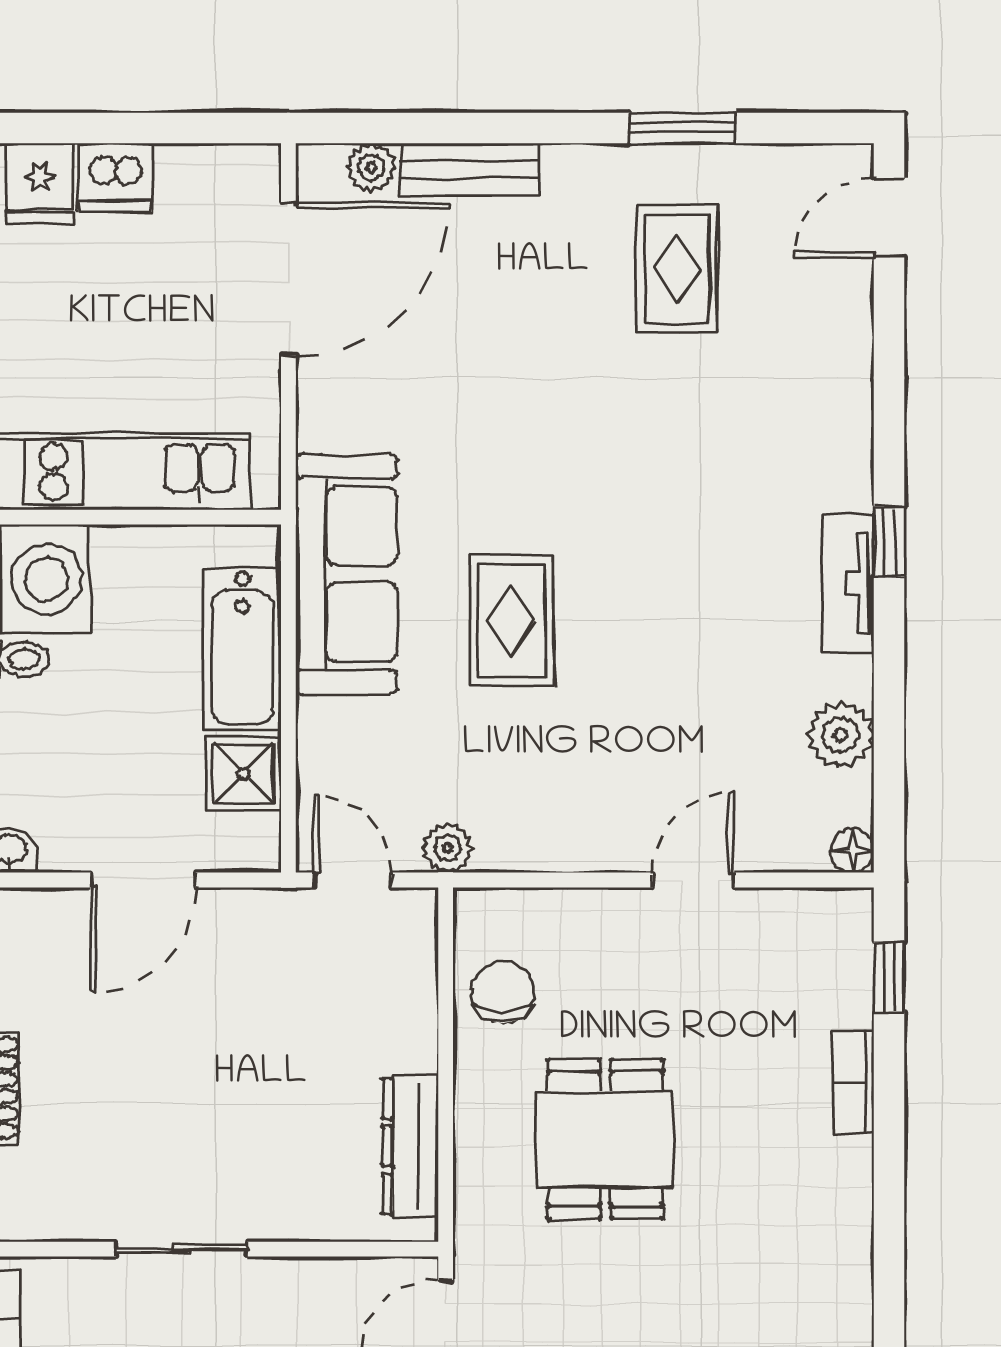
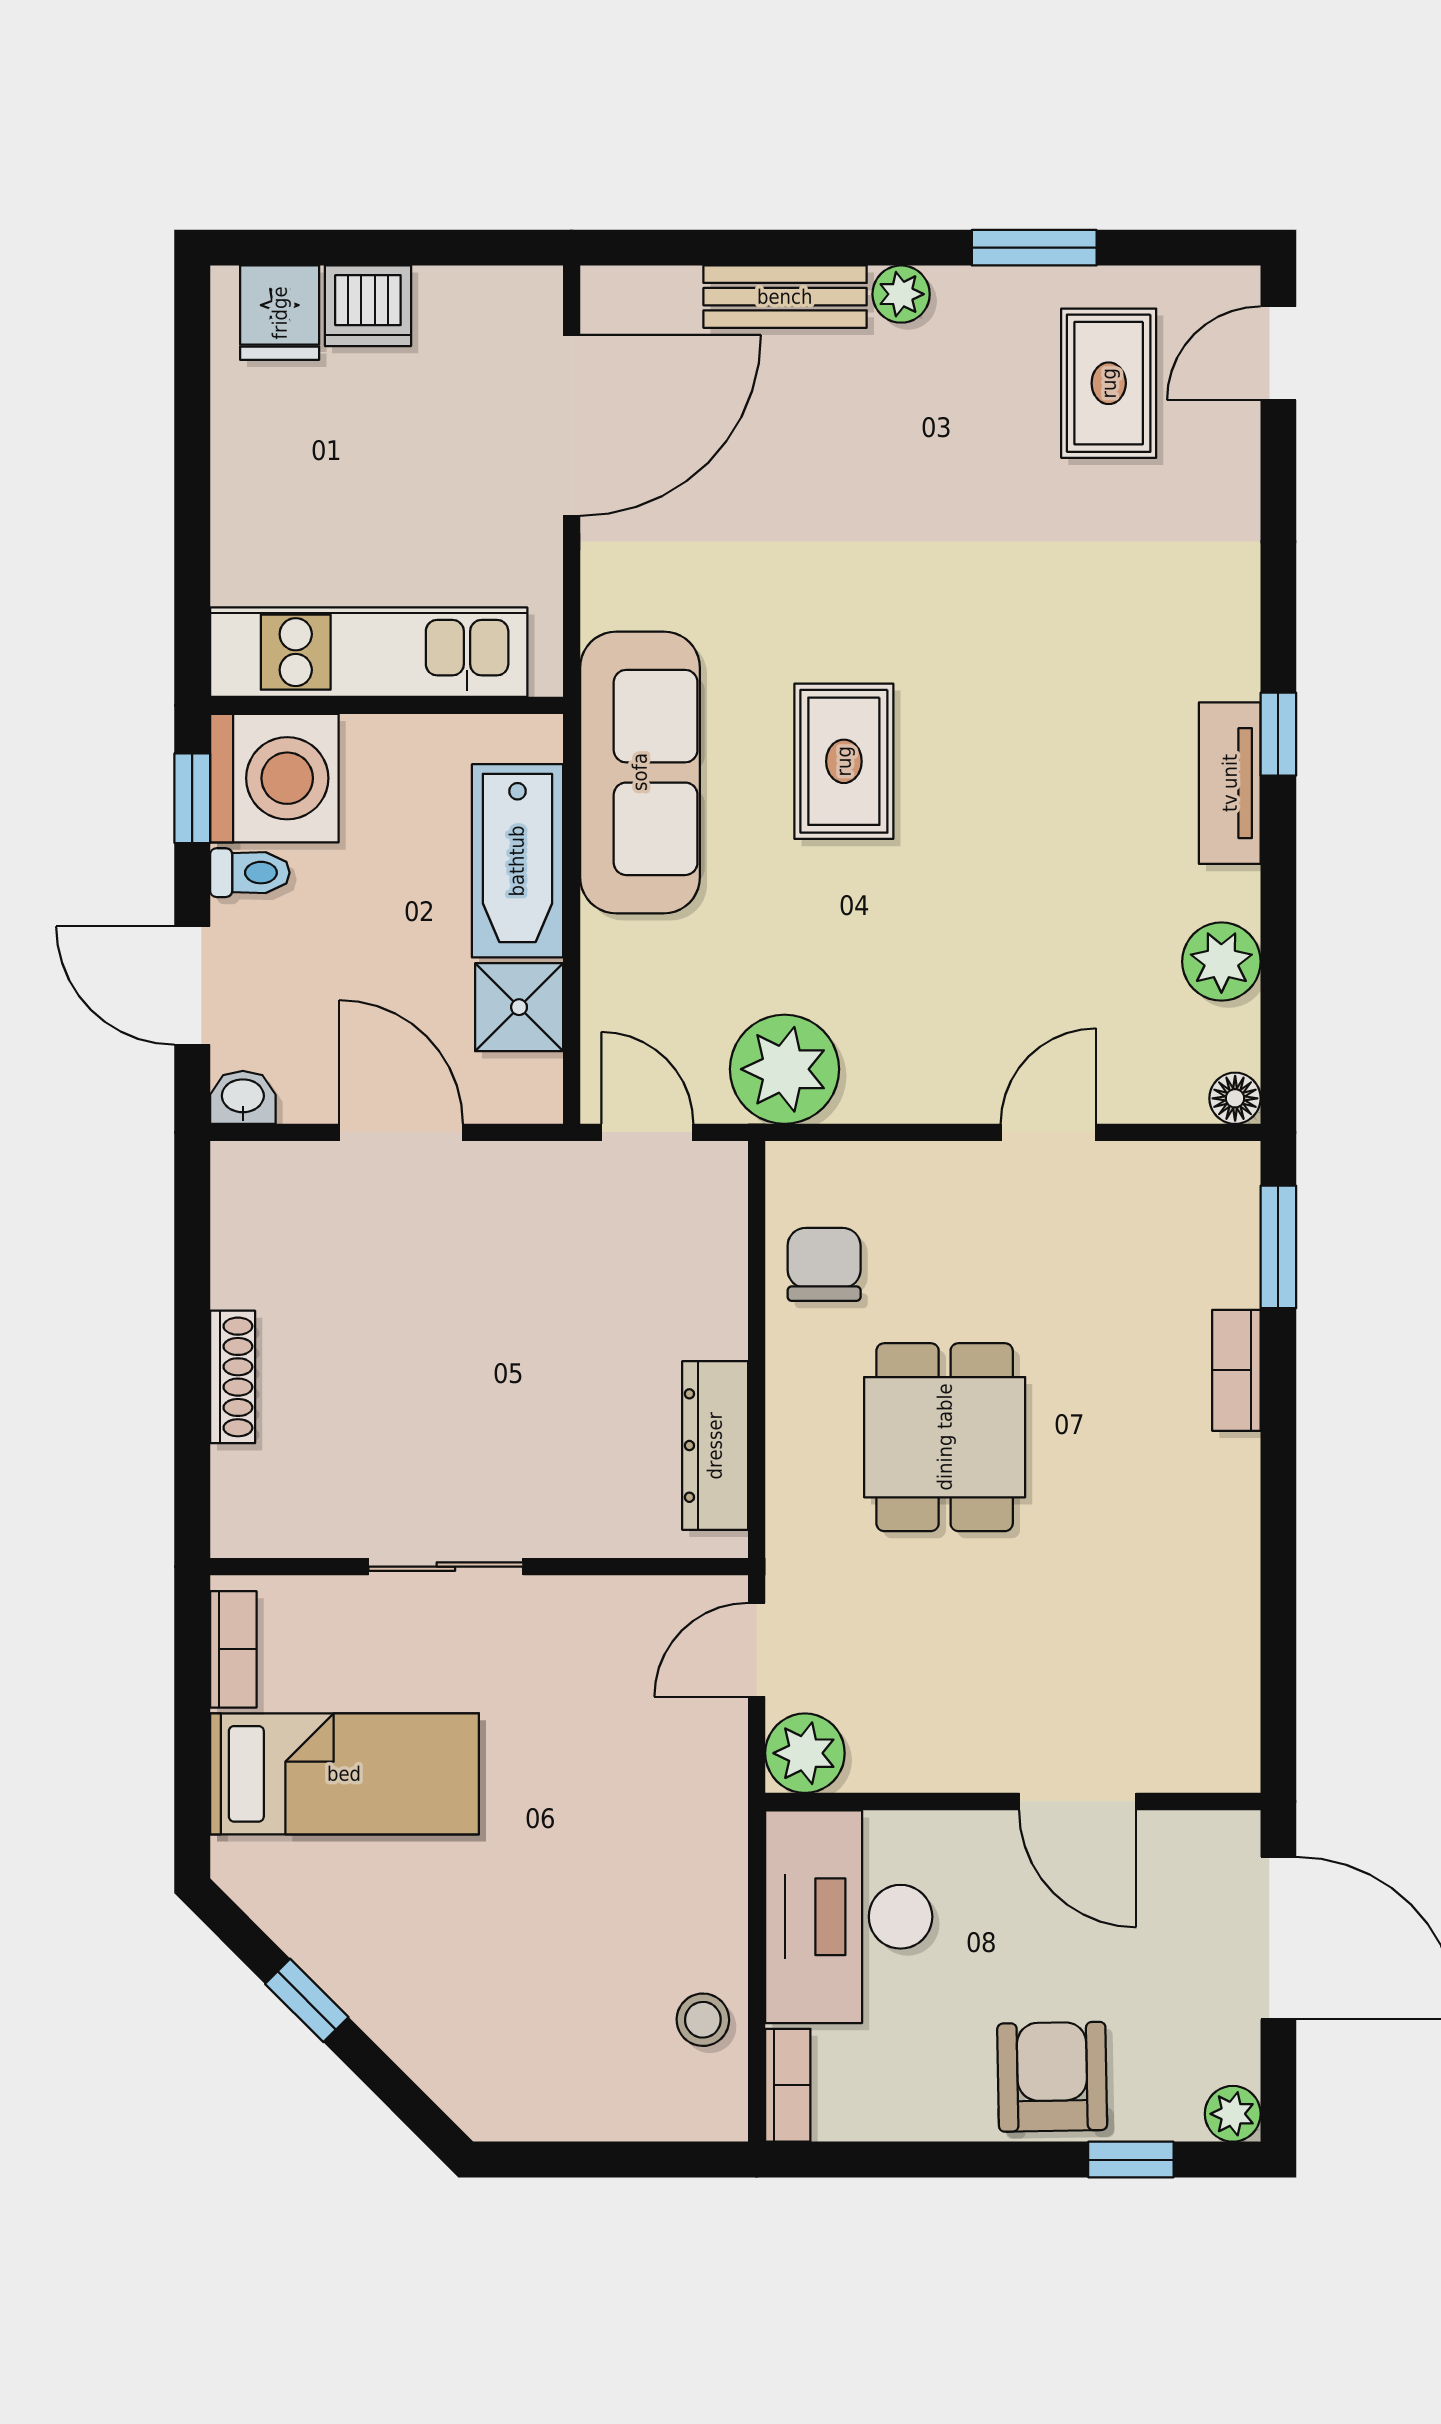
plant: (371, 167) -> (901, 294), moved
rug: (677, 269) -> (1109, 383), moved
rug: (511, 621) -> (844, 761), moved
plant: (448, 848) -> (785, 1069), width x1.88, depth x1.88
door: (143, 880) -> (401, 1132), swing flipped
window: (889, 977) -> (1278, 1247), width x1.50

